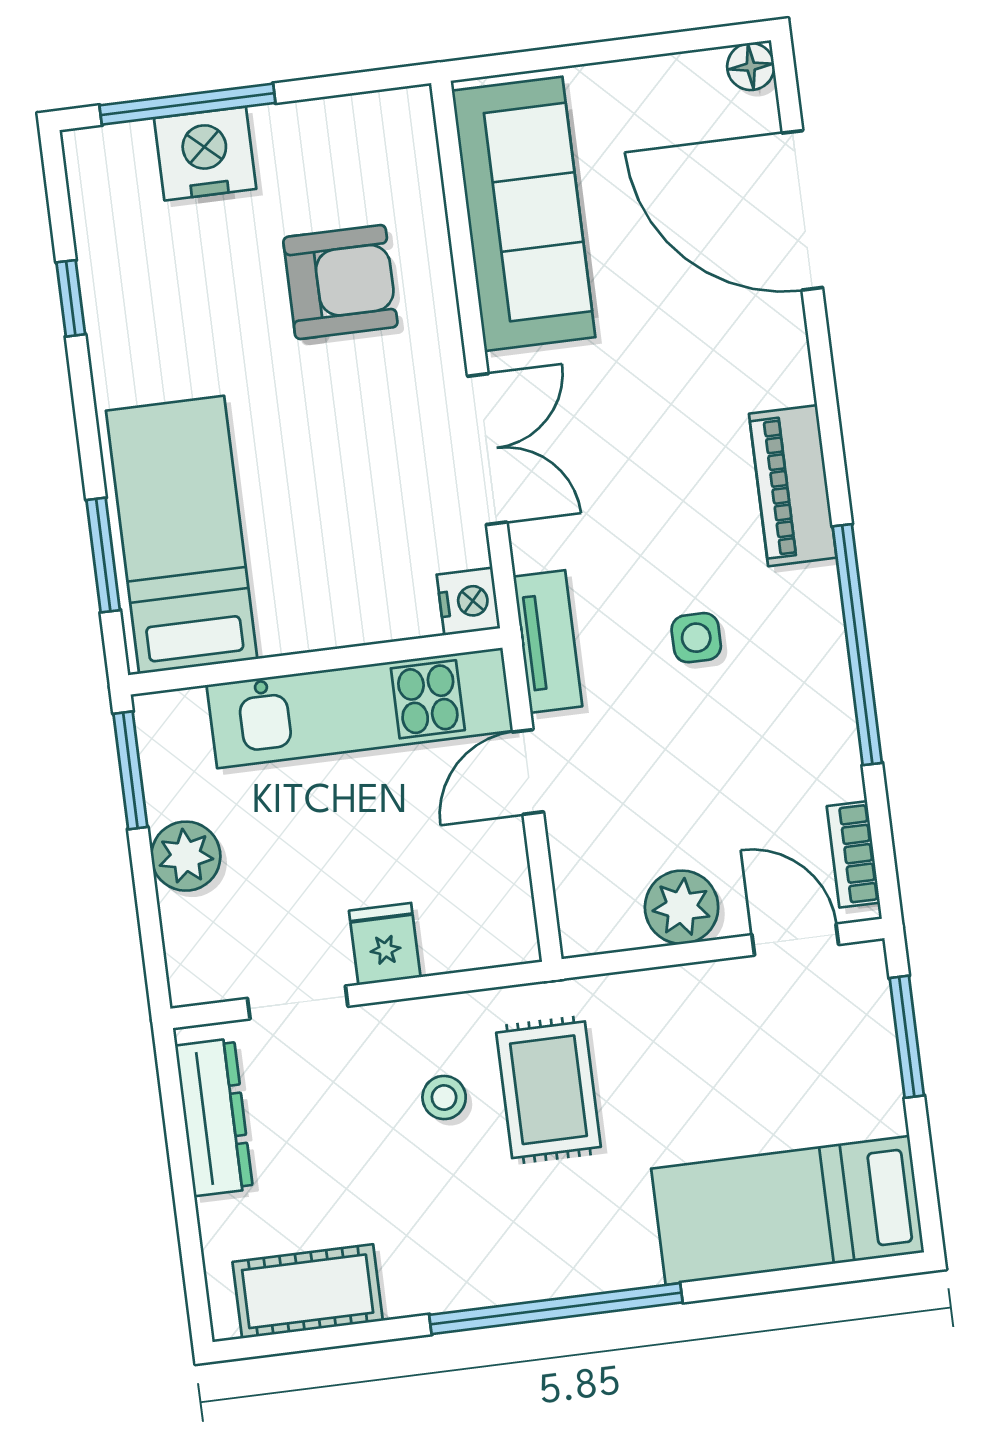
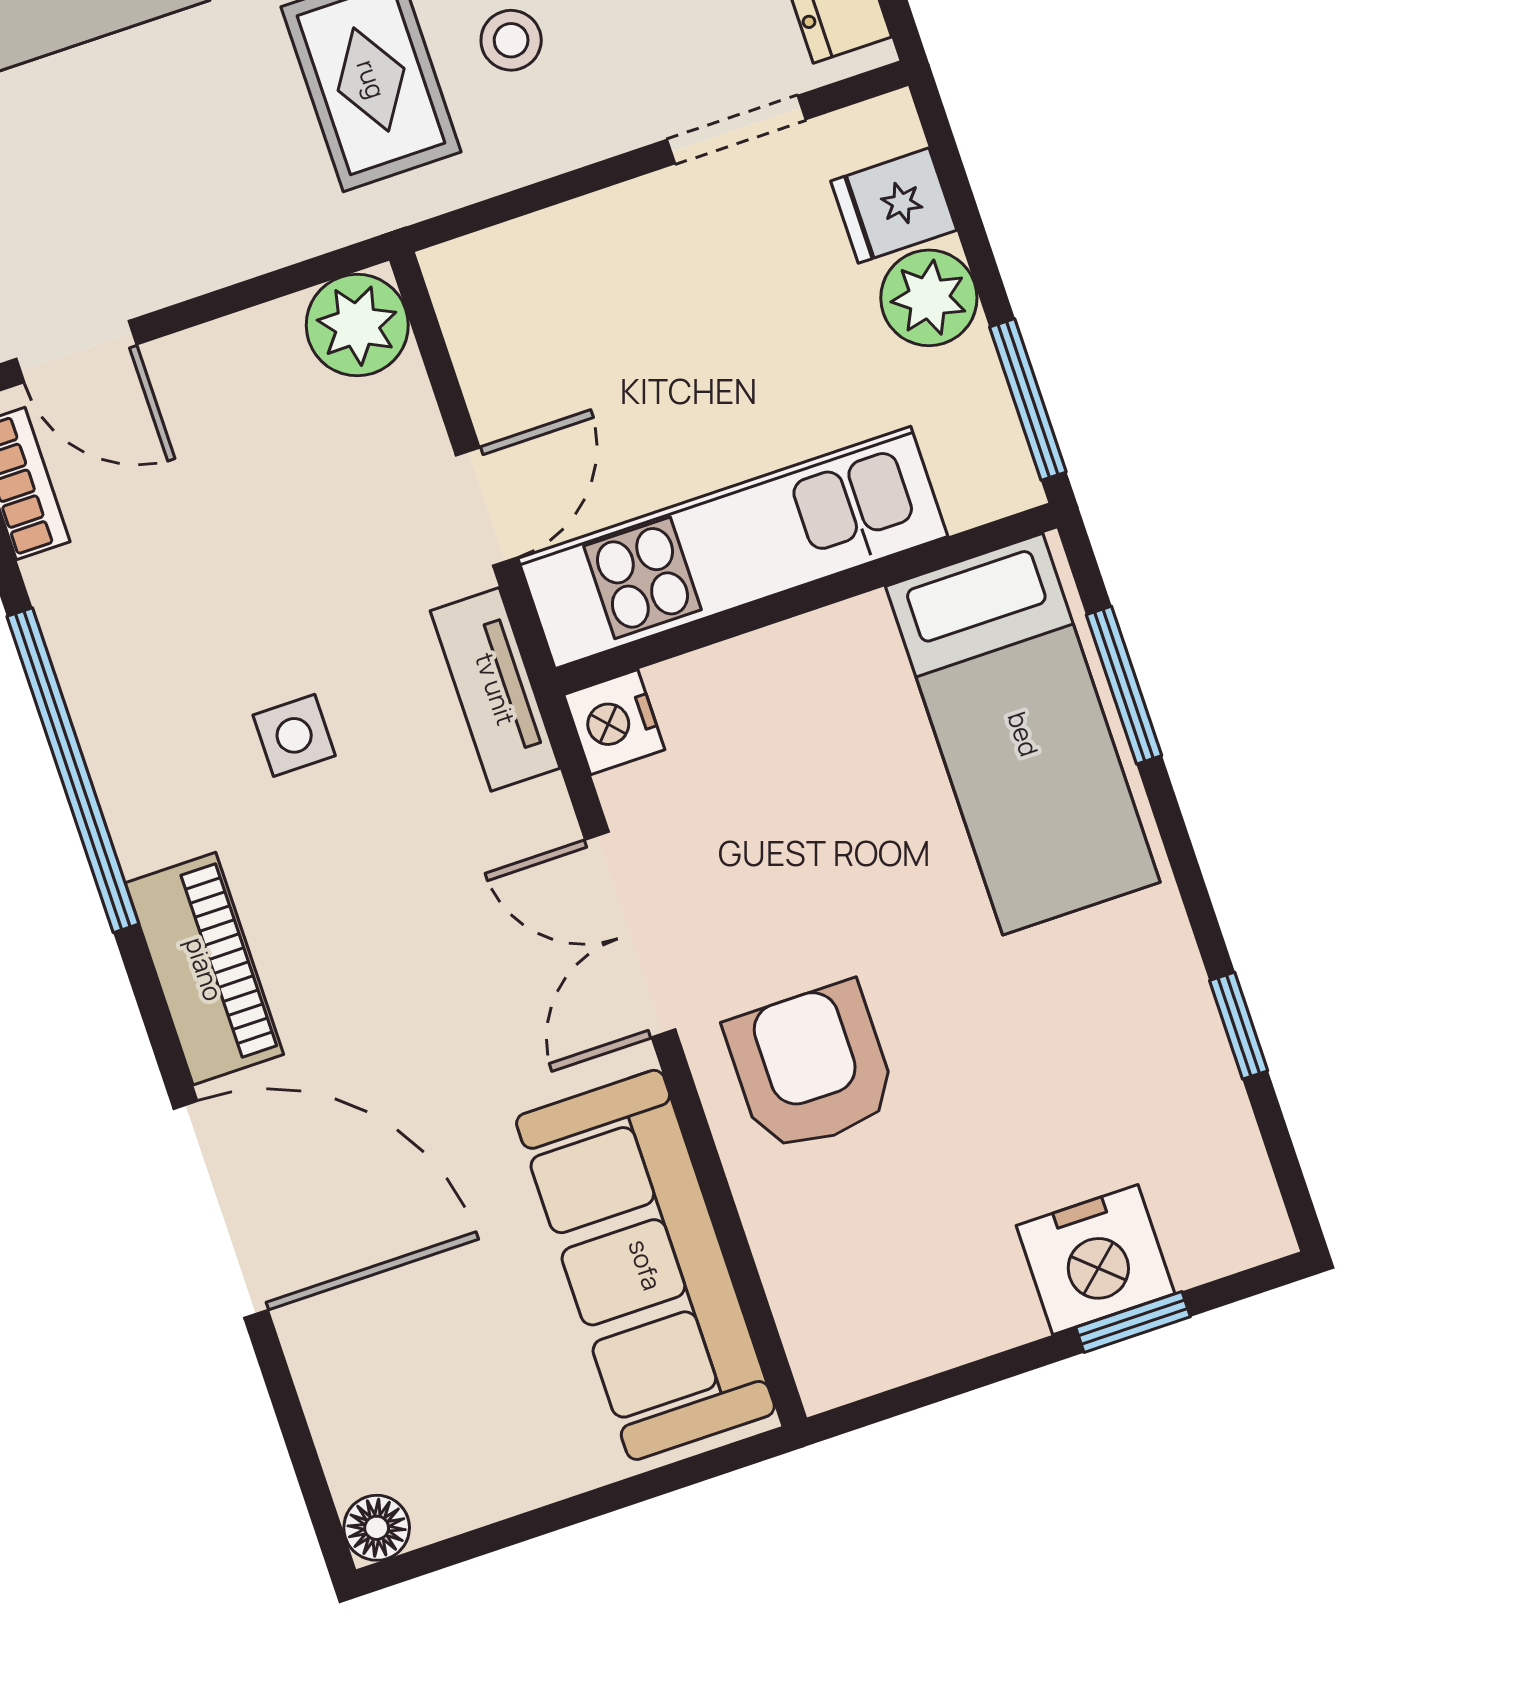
window: (187, 104) -> (1133, 1322), width x0.46
door: (802, 210) -> (221, 1209), moved
armchair: (340, 282) -> (811, 1067), moved, turned 90
plant: (682, 907) -> (357, 325), moved
fridge: (385, 944) -> (894, 206), moved, turned 90

